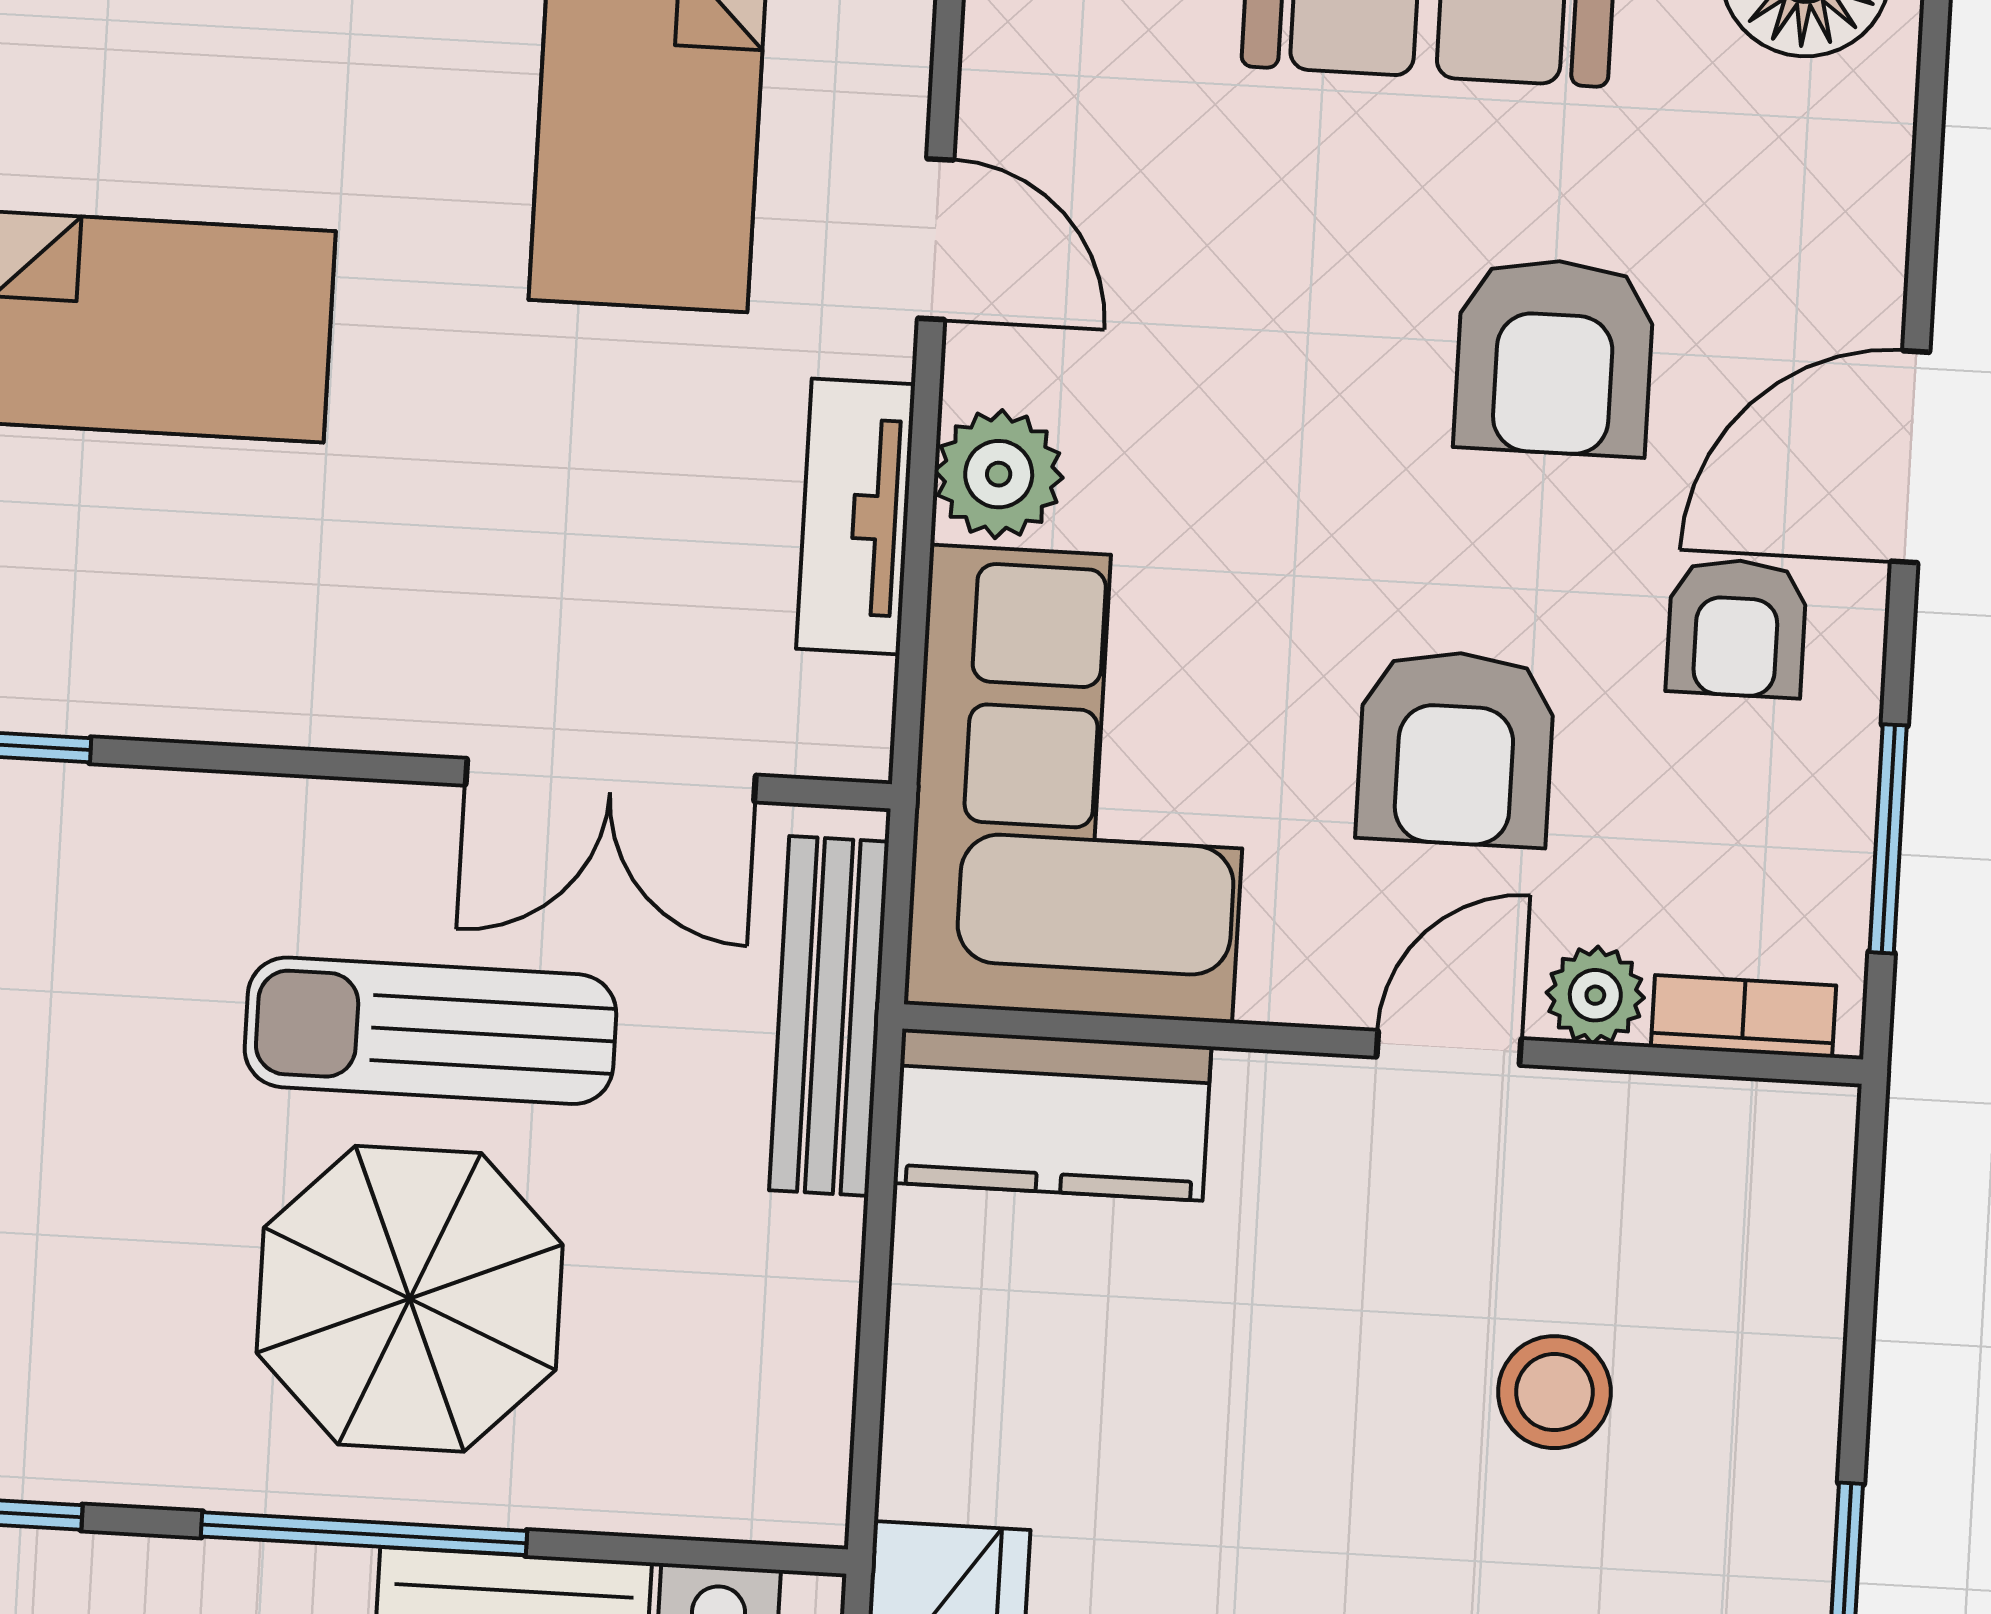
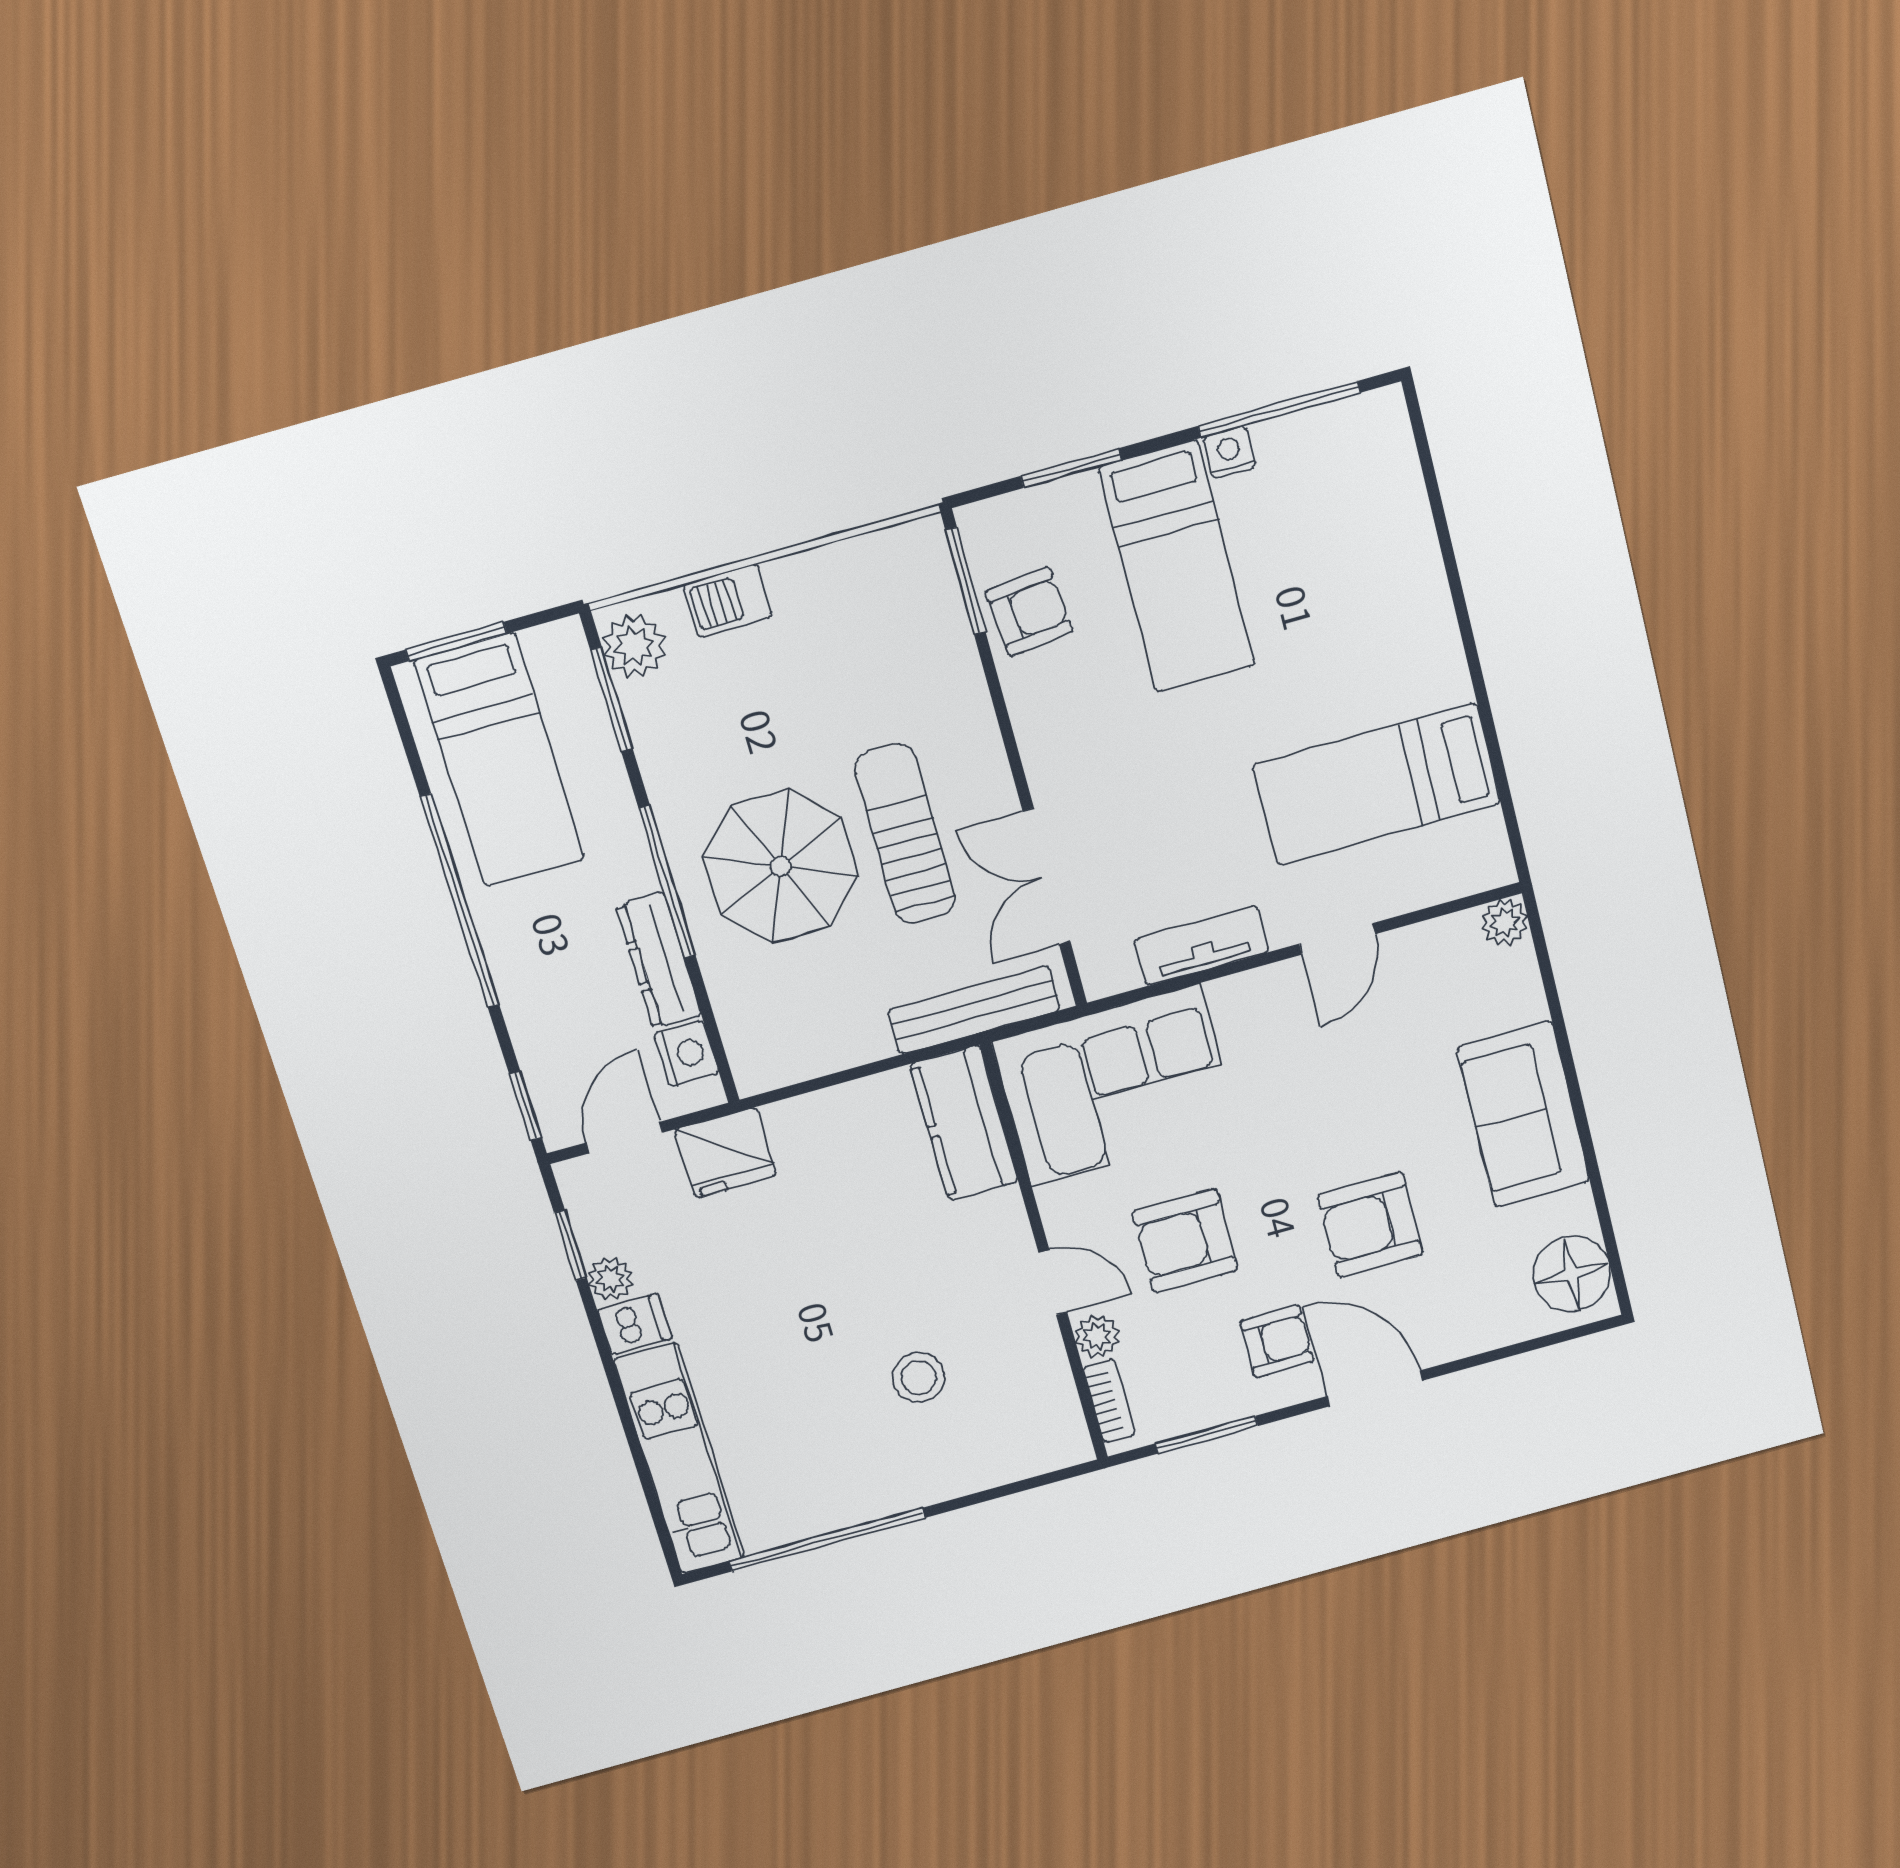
plant: (999, 474) -> (1241, 1002), removed
armchair: (1736, 628) -> (1277, 1341), turned 180
armchair: (82, 640) -> (1029, 612), added

